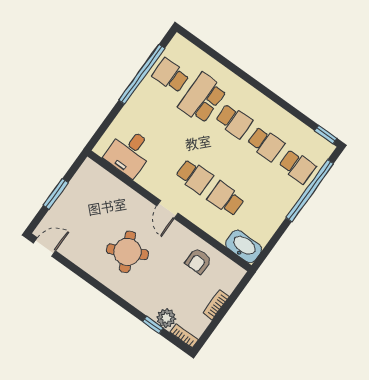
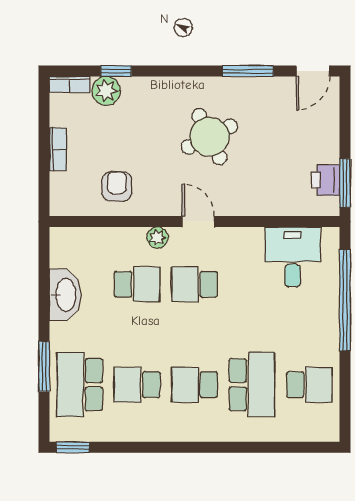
window: (142, 74) -> (345, 300), moved
school desk: (297, 166) -> (80, 385), width x1.85
printer: (81, 182) -> (326, 180), added
window: (310, 191) -> (44, 366), width x0.47
window: (56, 194) -> (345, 183), moved
plant: (196, 217) -> (157, 238), added
washbasin: (244, 246) -> (65, 295), moved, turned -90
window: (80, 273) -> (248, 71), added

